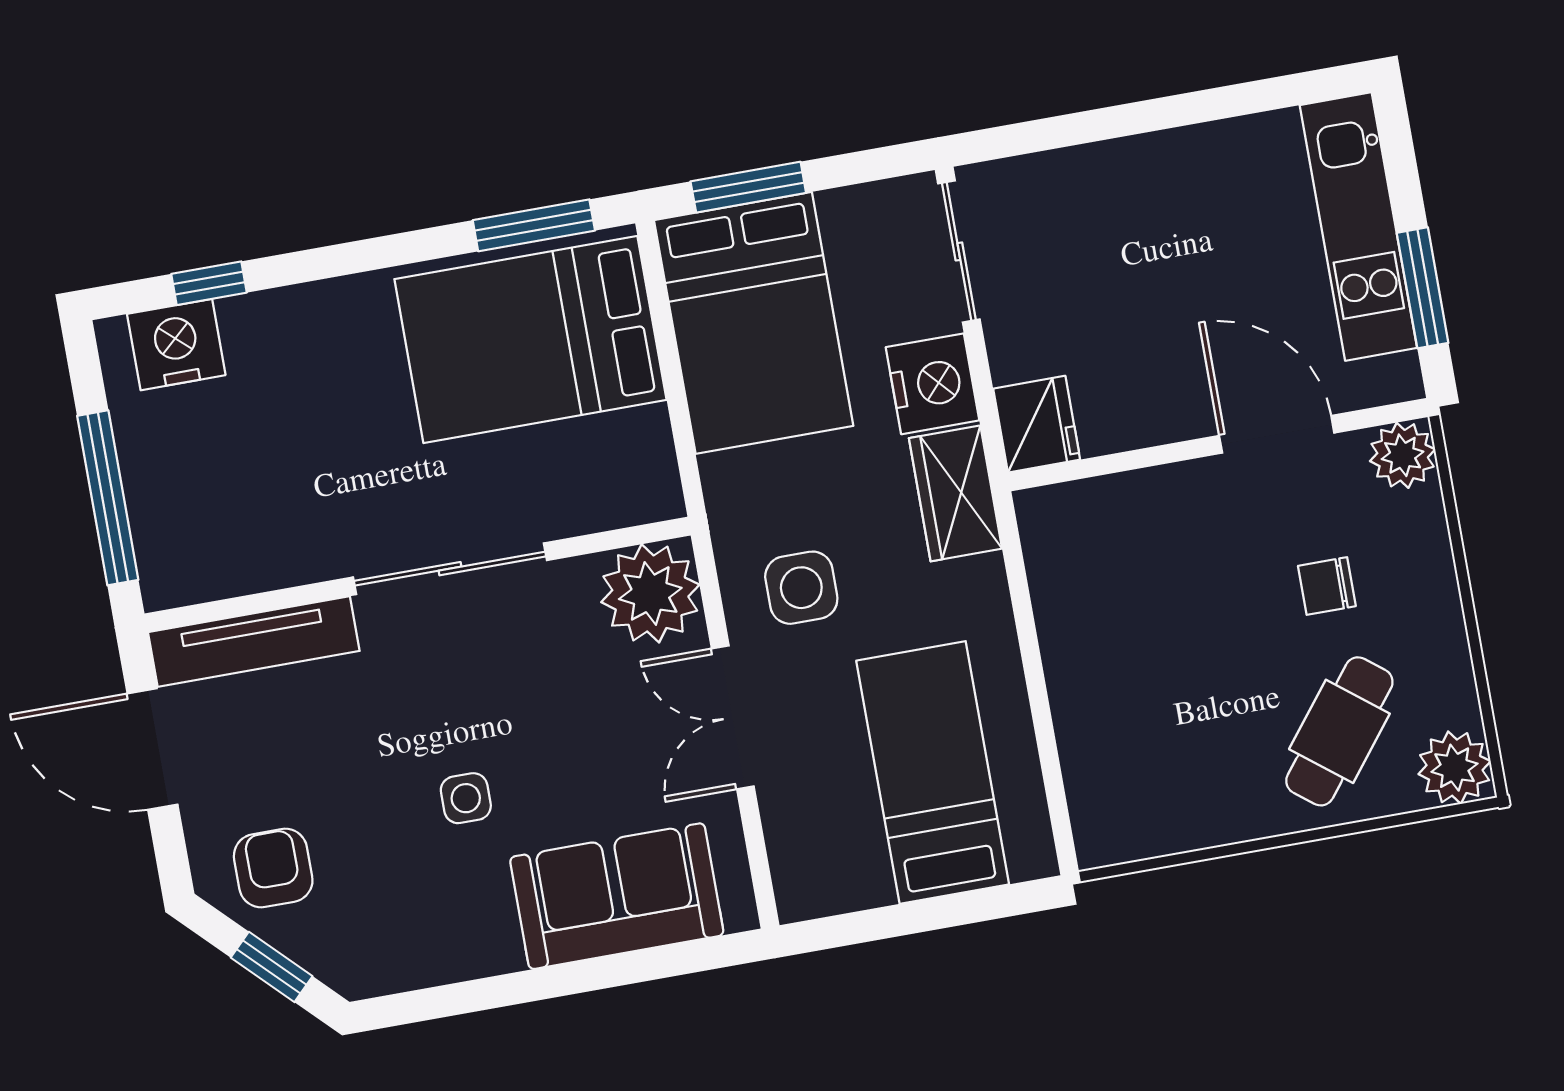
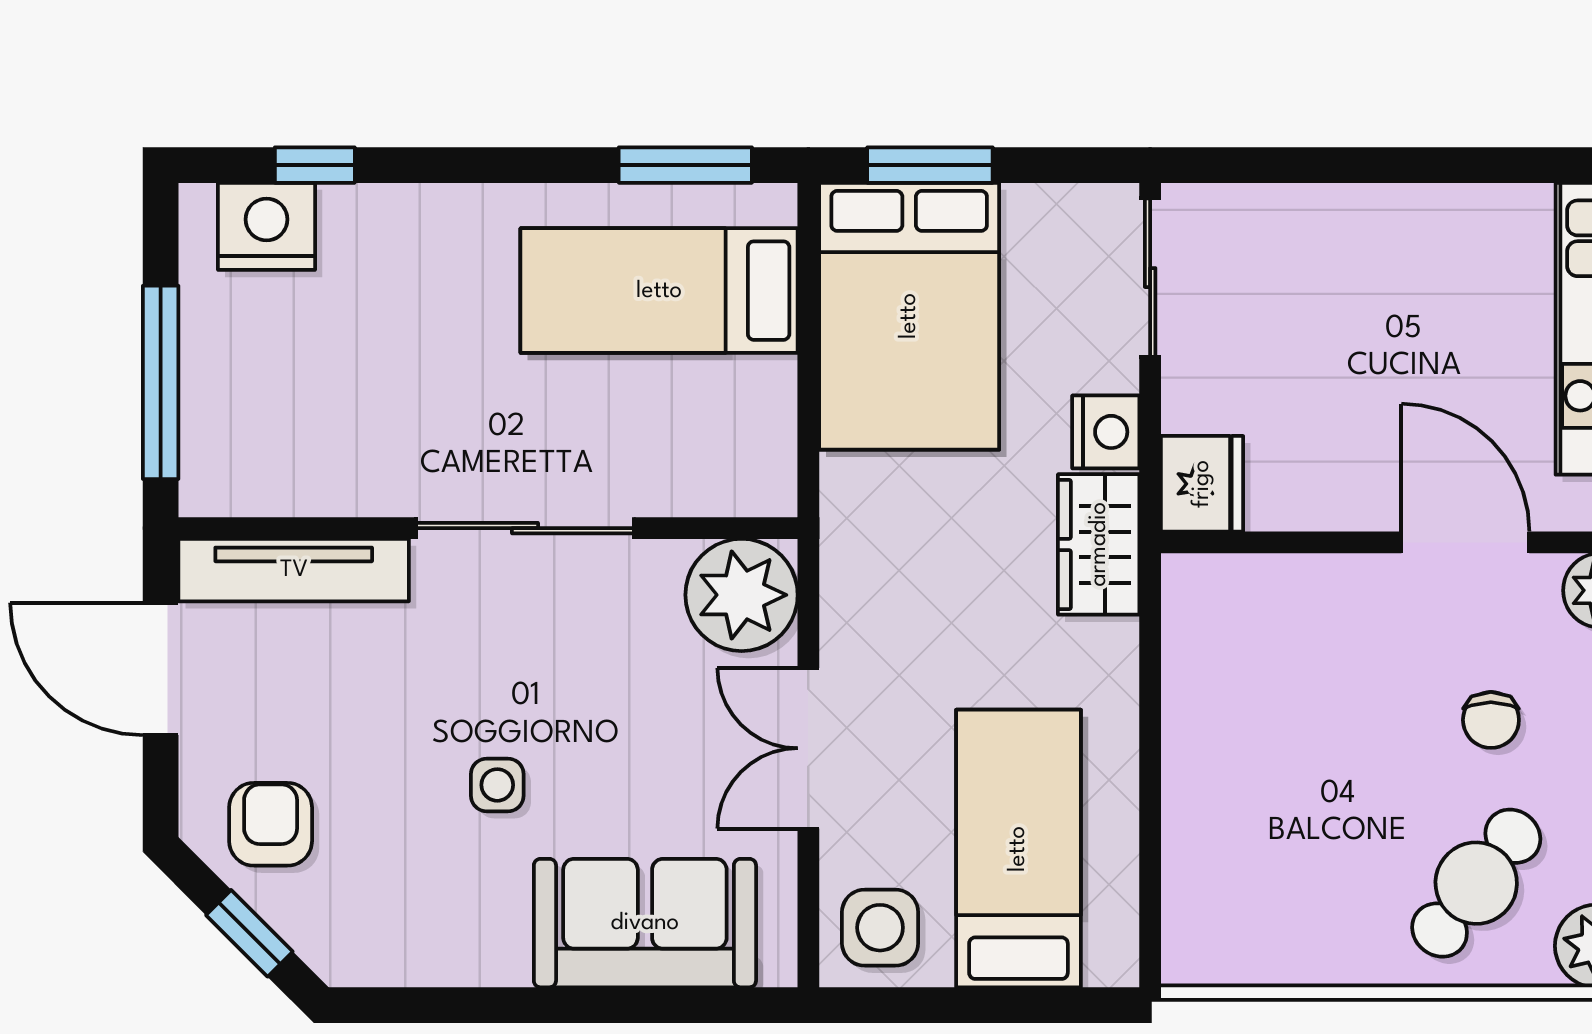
bed: (530, 339) -> (659, 291), width x0.67
nightstand: (933, 384) -> (1106, 432), width x0.74, depth x0.75
chair: (1327, 586) -> (1491, 720), turned -90
side table: (801, 588) -> (880, 928), moved

